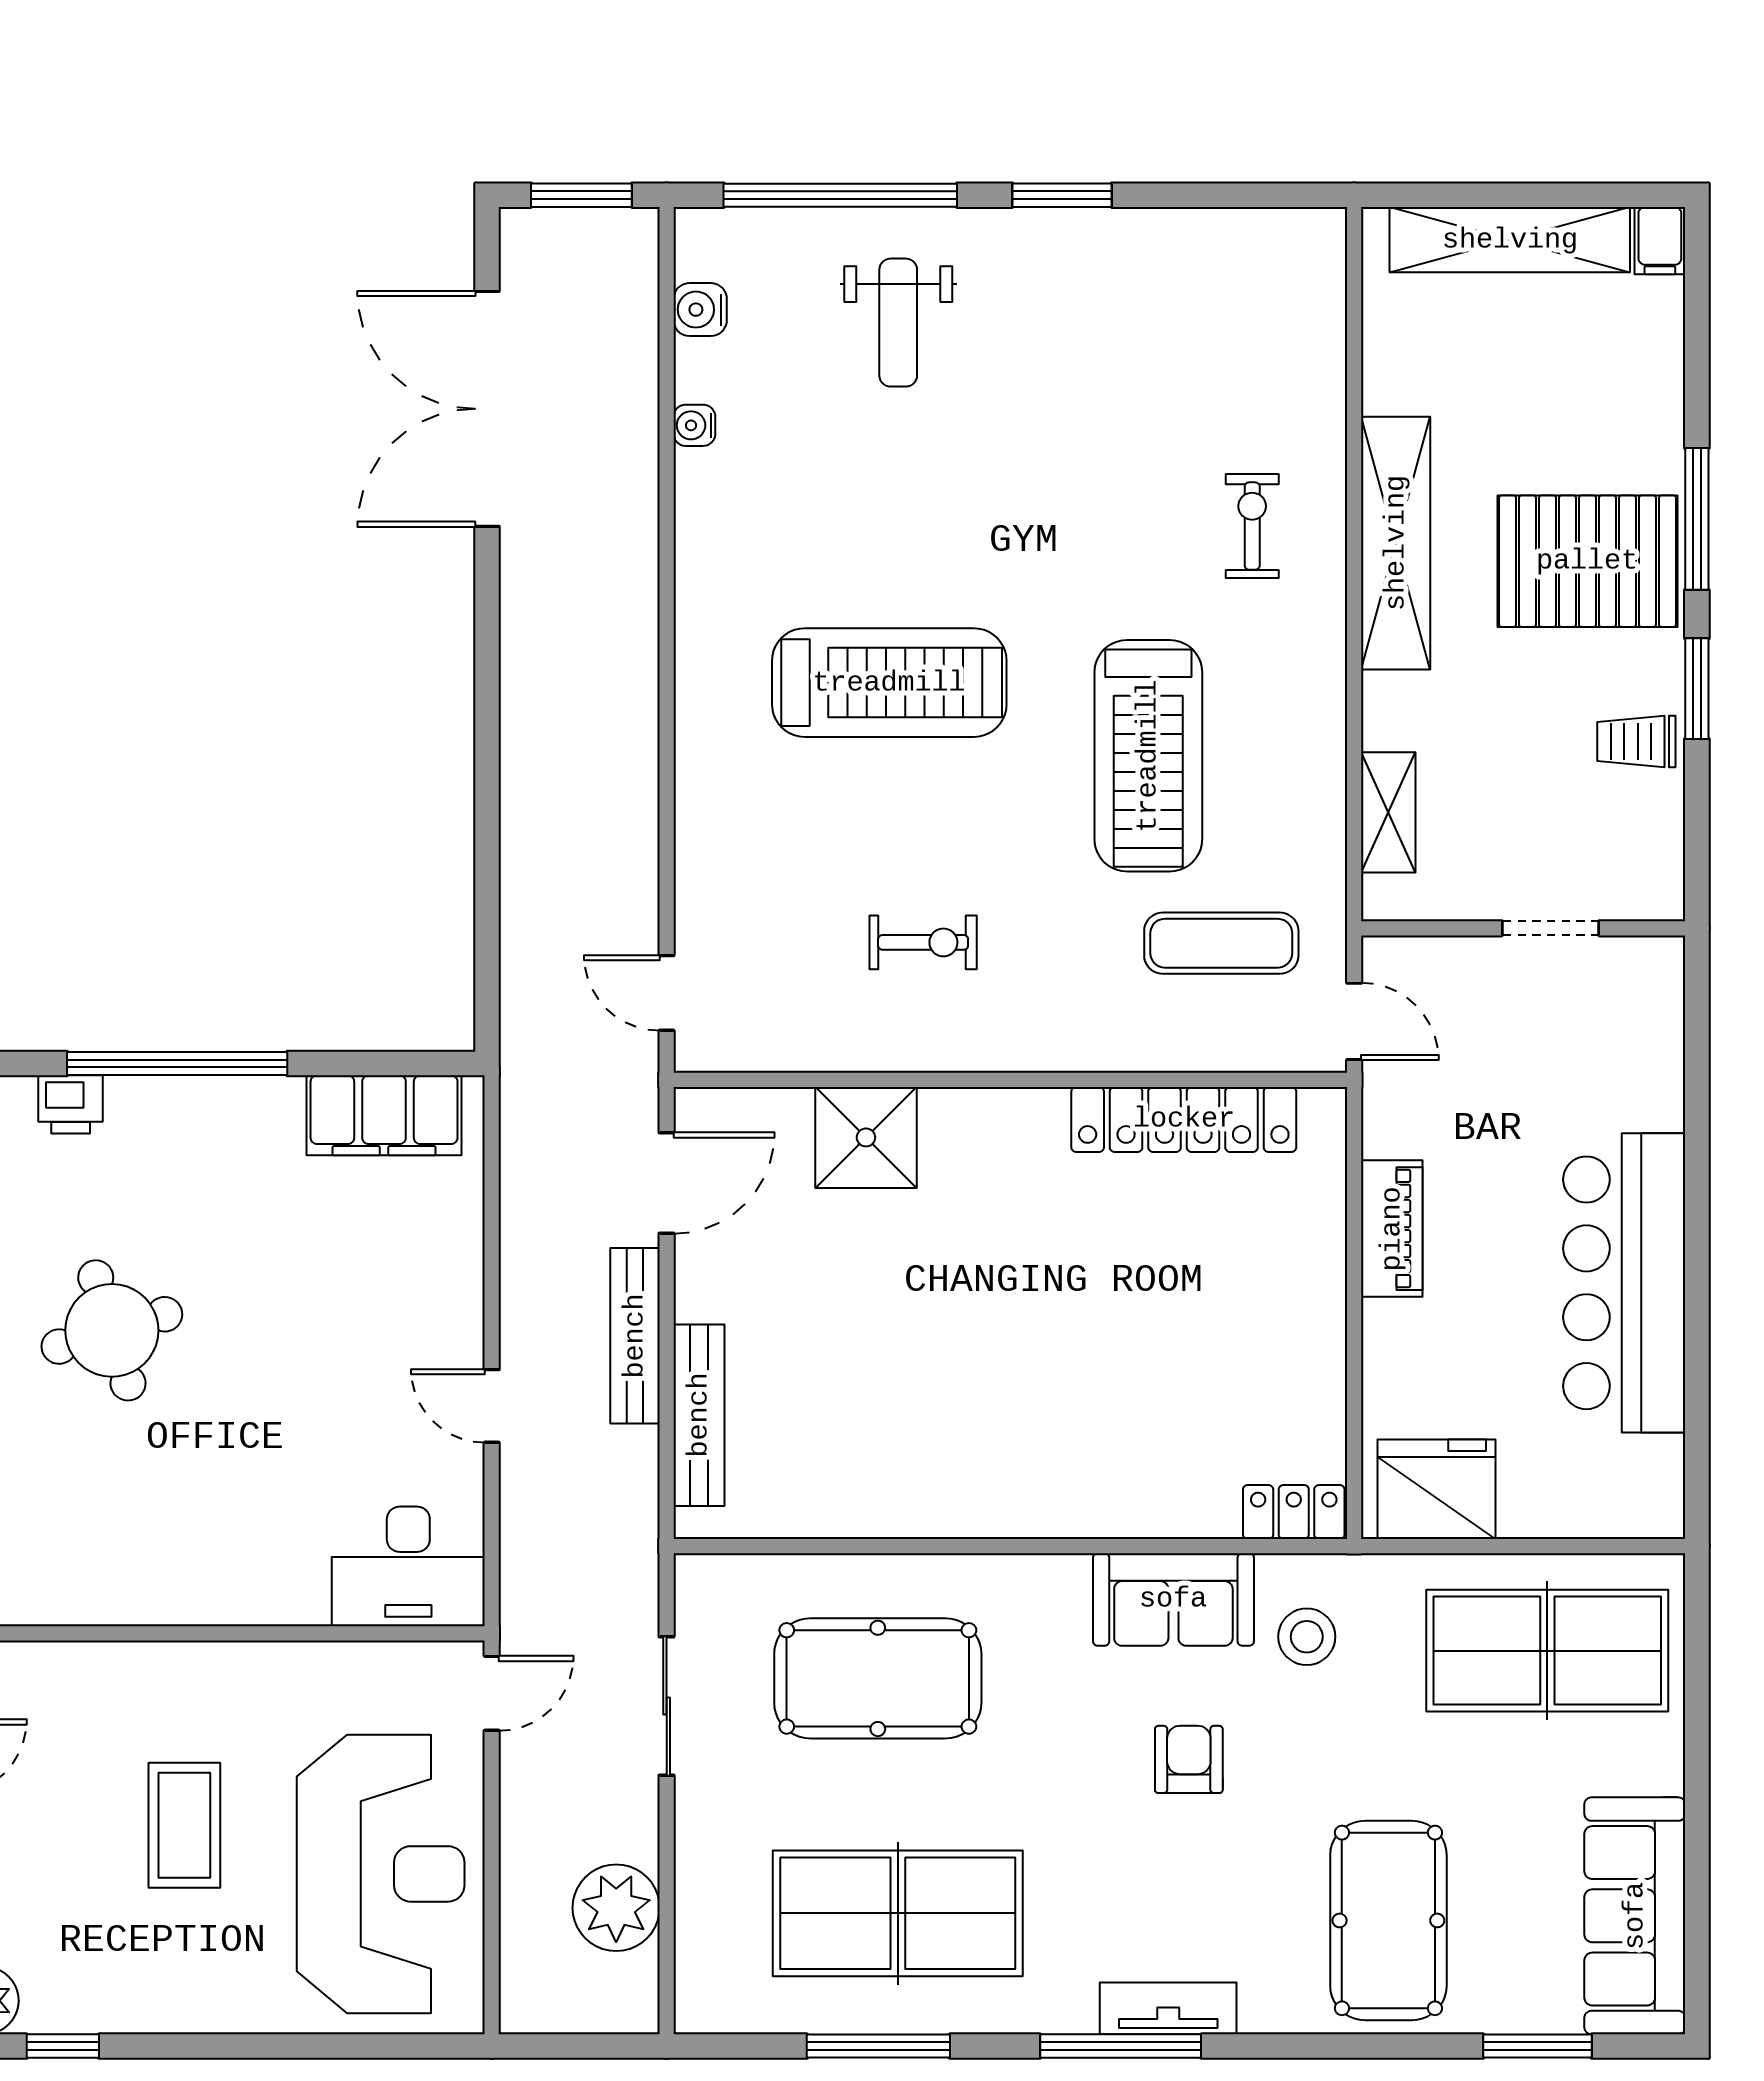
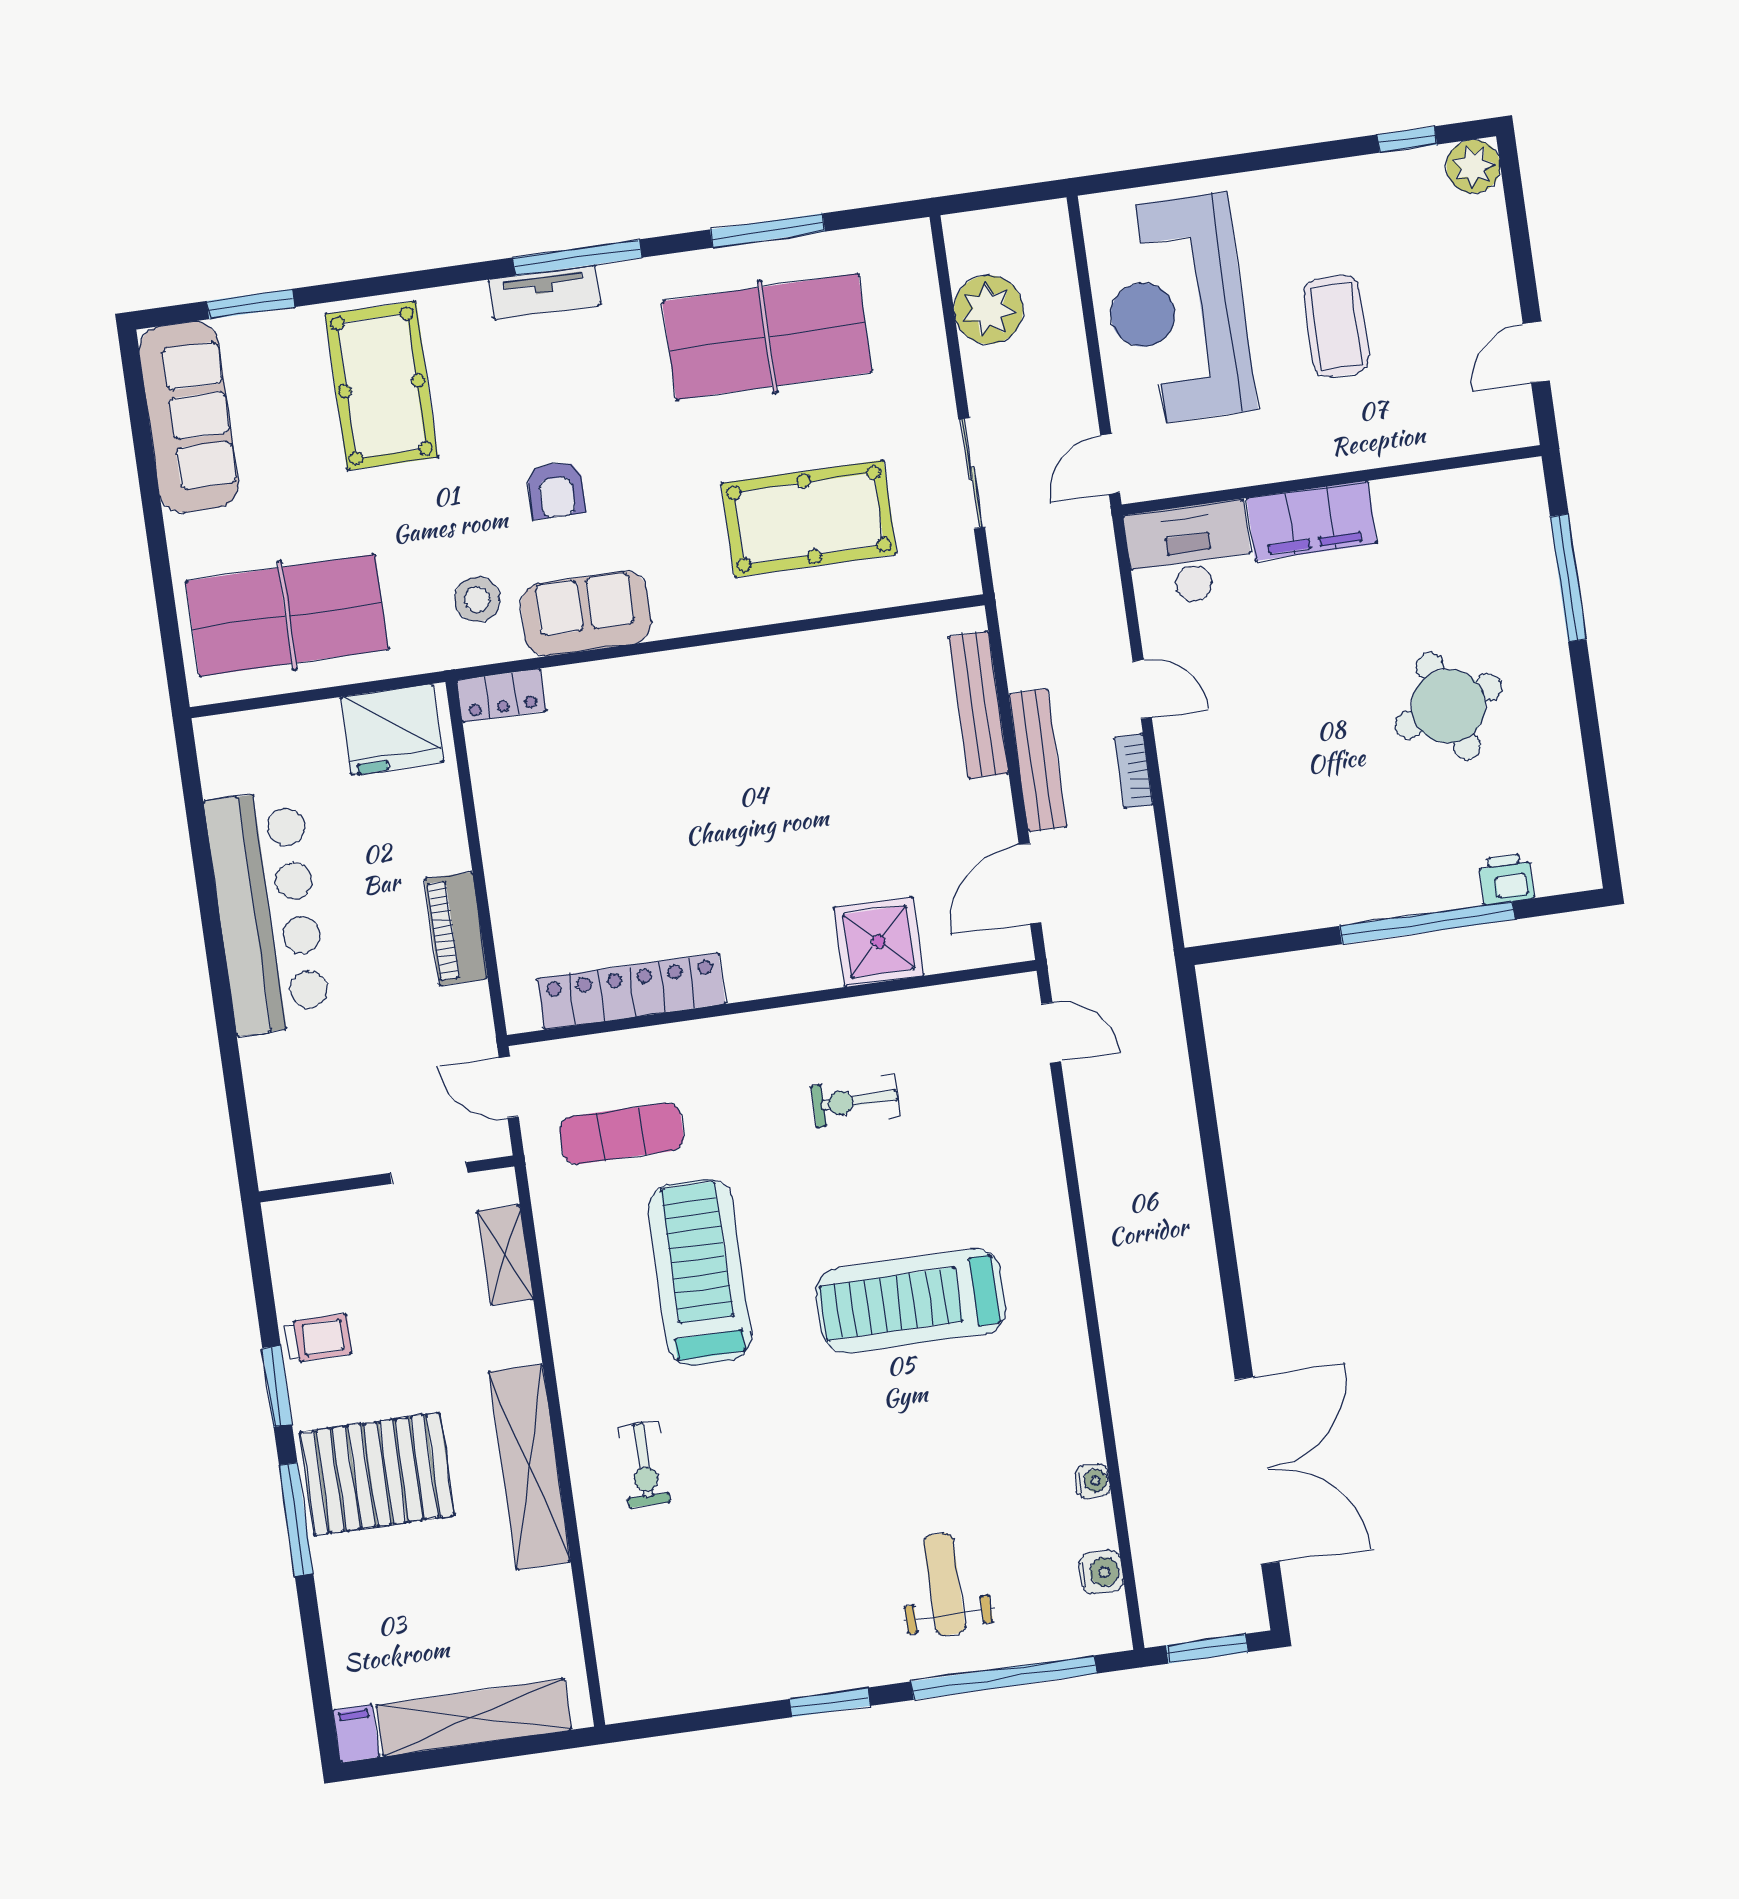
doorway: (1551, 928) -> (429, 1173), moved
filing cabinet: (384, 1115) -> (1312, 521), moved, turned 180
bookcase: (517, 1305) -> (1134, 771), added

